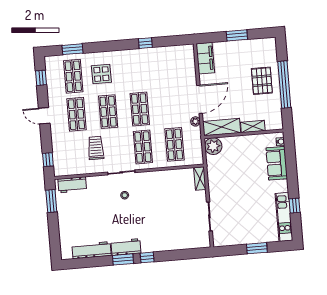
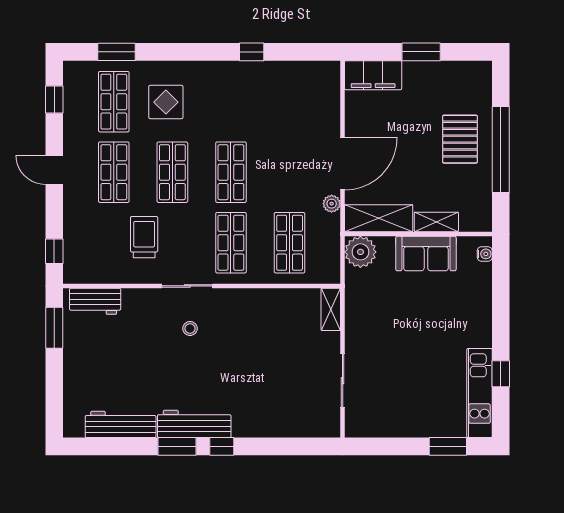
filing cabinet: (205, 58) -> (373, 75), moved, turned 90
sofa: (277, 163) -> (426, 254), moved, turned -90
workbench: (126, 247) -> (194, 424), width x1.38
window: (257, 248) -> (448, 446), moved

